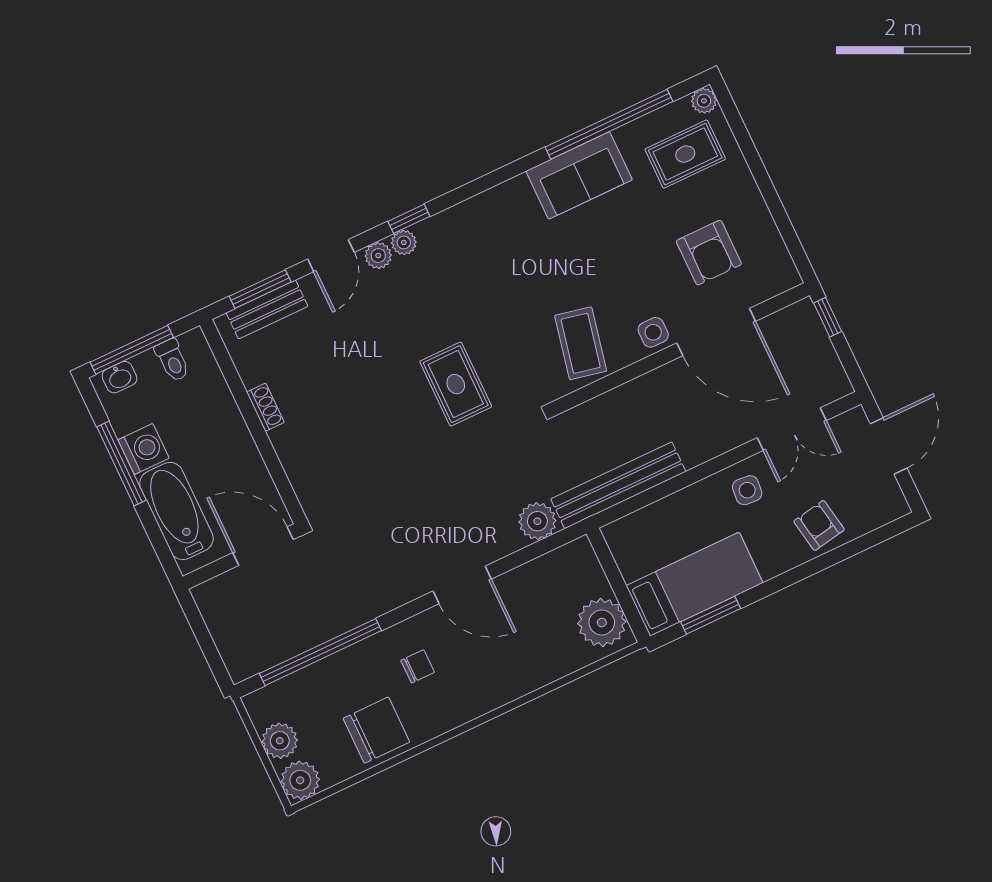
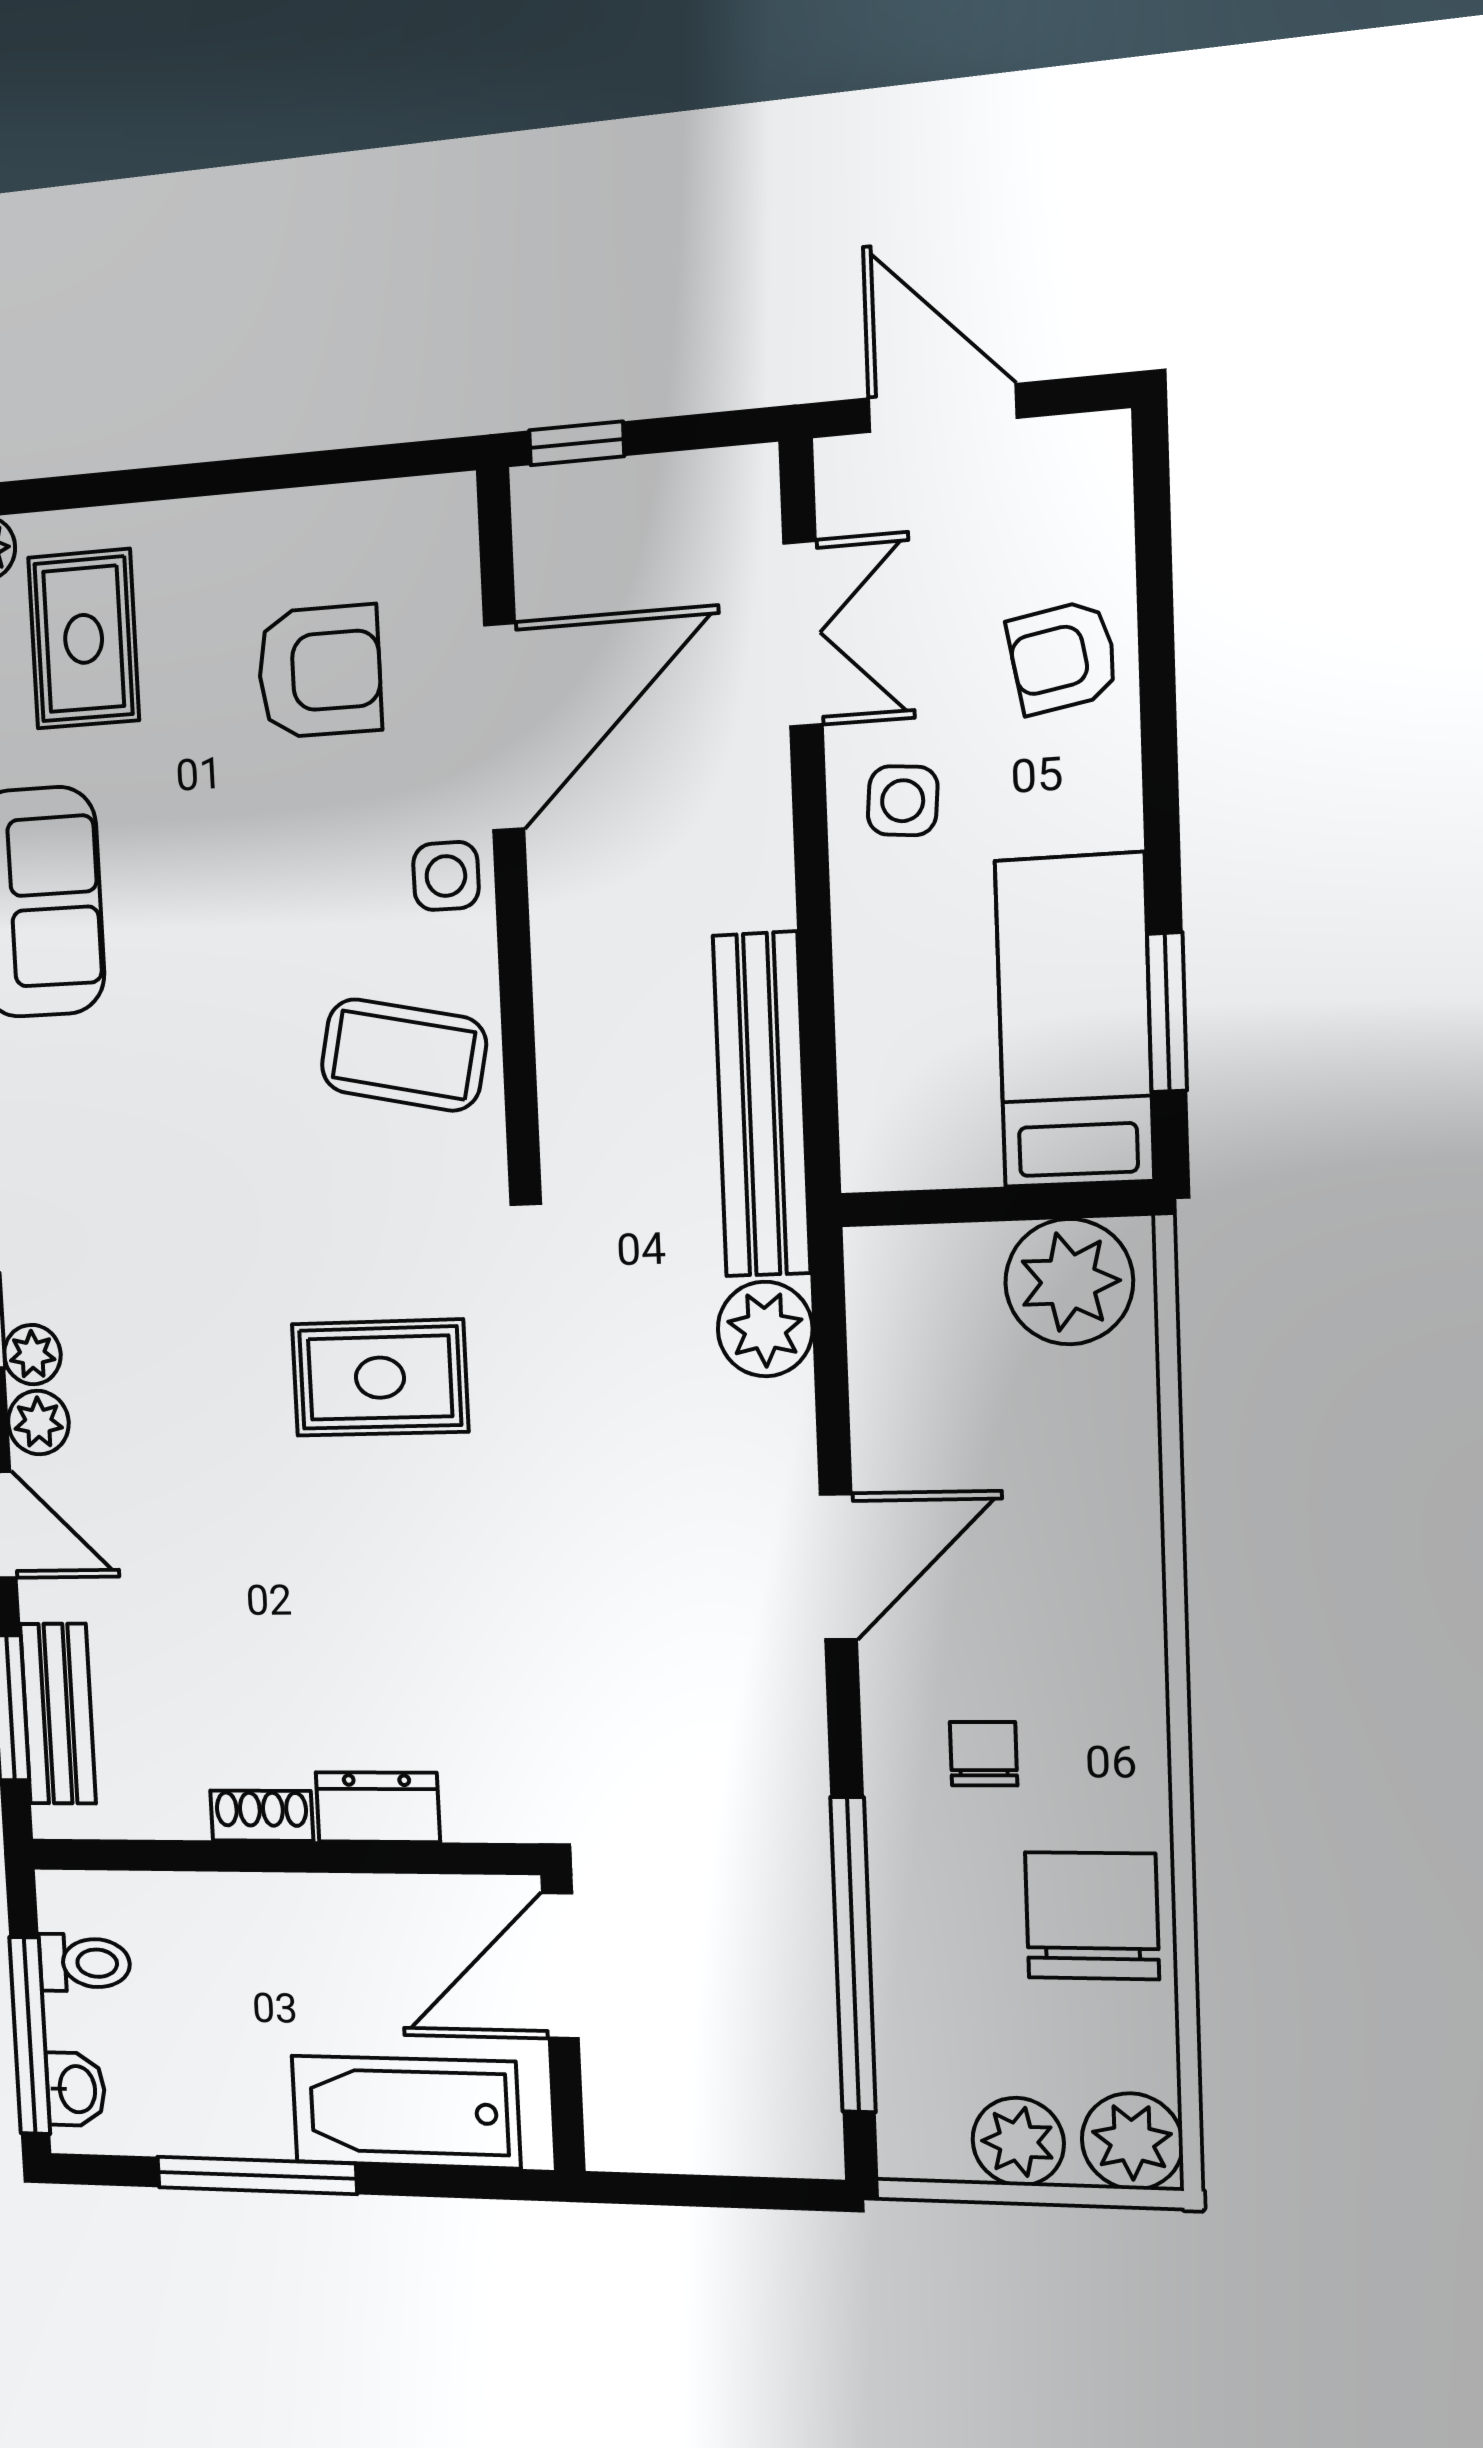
washing machine: (143, 449) -> (245, 2115), removed
dresser: (291, 451) -> (378, 1807), added

